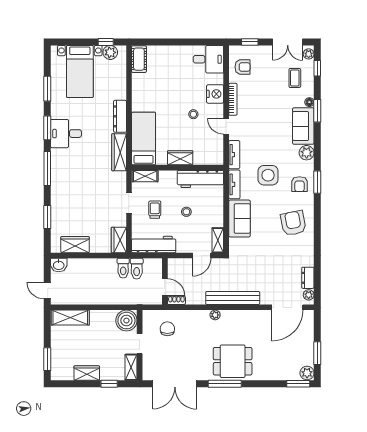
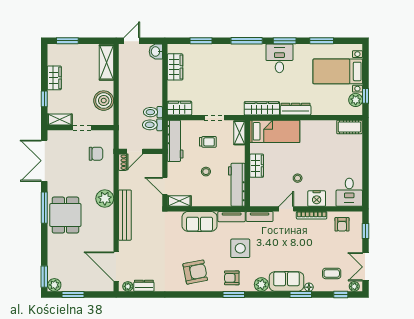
plant: (215, 315) -> (105, 199), width x1.87, depth x1.87
boiler: (126, 321) -> (104, 101), moved

